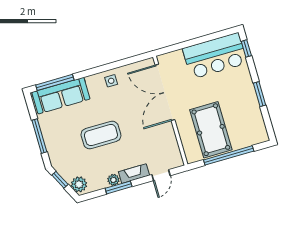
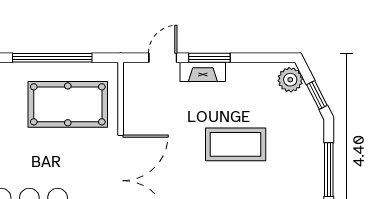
pool table: (211, 130) -> (68, 104), turned 90
plant: (113, 180) -> (236, 71), removed
window: (119, 187) -> (209, 58), moved

